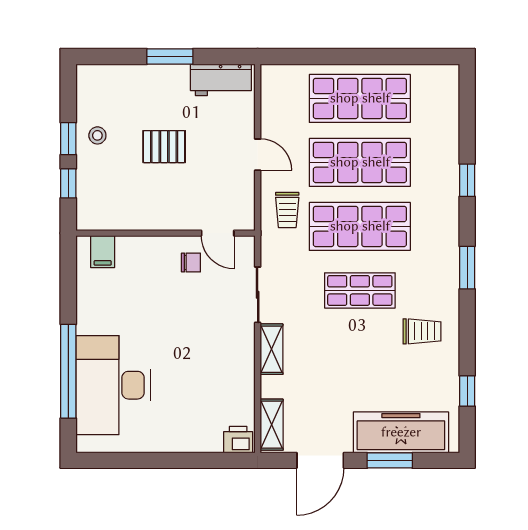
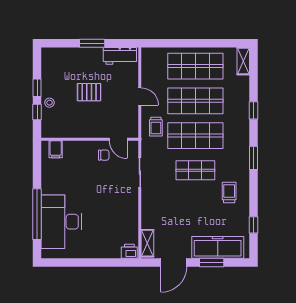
stool: (97, 135) -> (49, 103), moved
trolley: (422, 331) -> (229, 193), turned -90
shelving: (271, 349) -> (243, 61), moved

